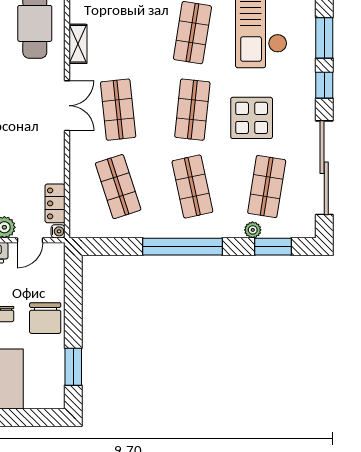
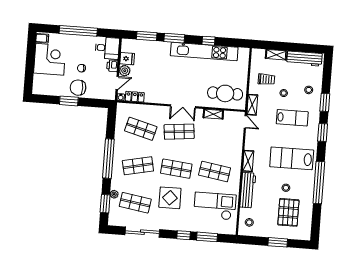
sliding door: (324, 168) -> (142, 232), width x0.73
shop shelf: (118, 187) -> (141, 129), turned 33
door: (30, 240) -> (117, 83), swing flipped
window: (73, 367) -> (69, 101), moved

